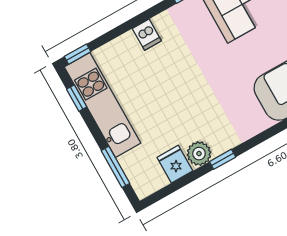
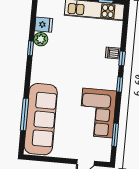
window: (78, 54) -> (122, 58), moved

